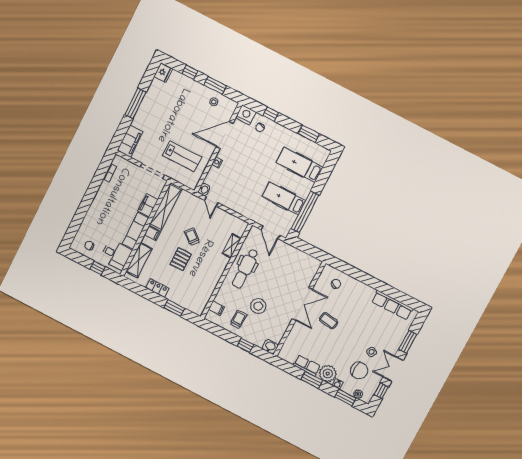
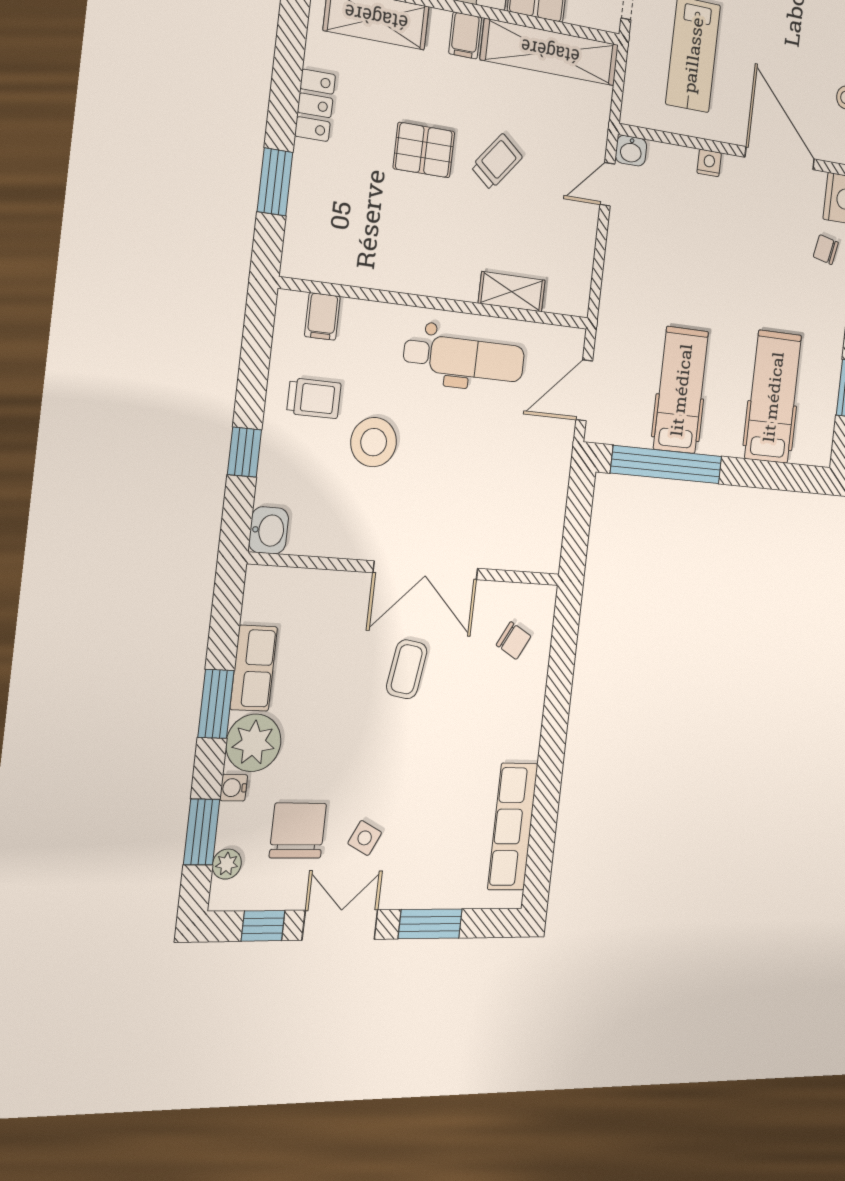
dental chair: (245, 269) -> (464, 358), turned 180
chair: (359, 371) -> (298, 831), turned 180

